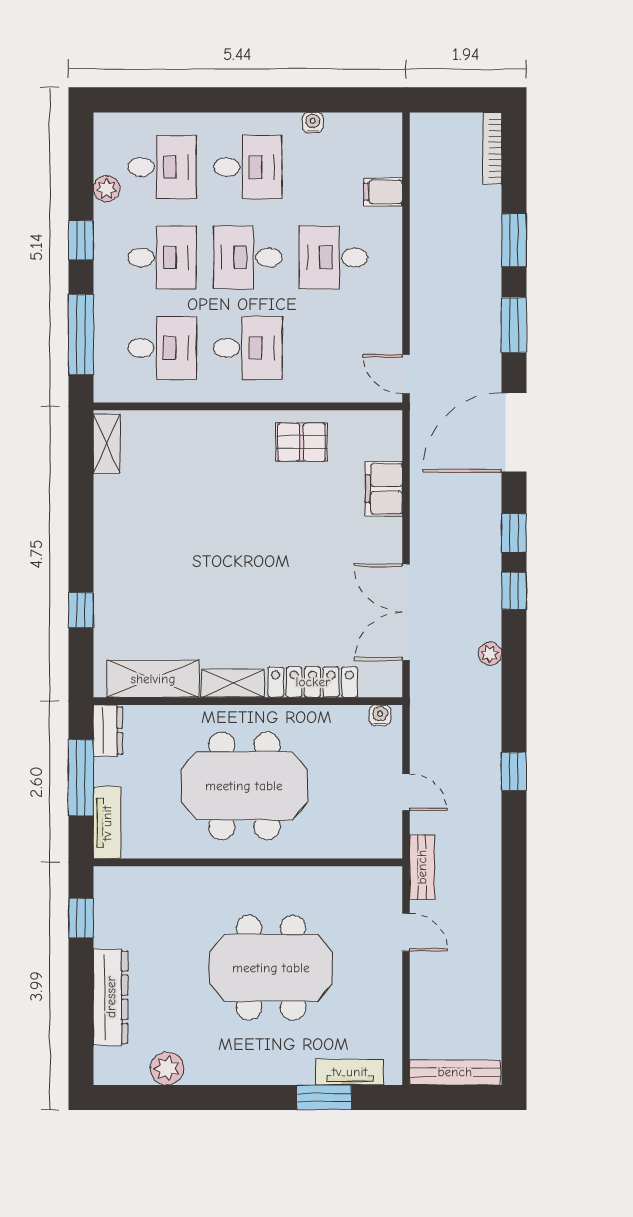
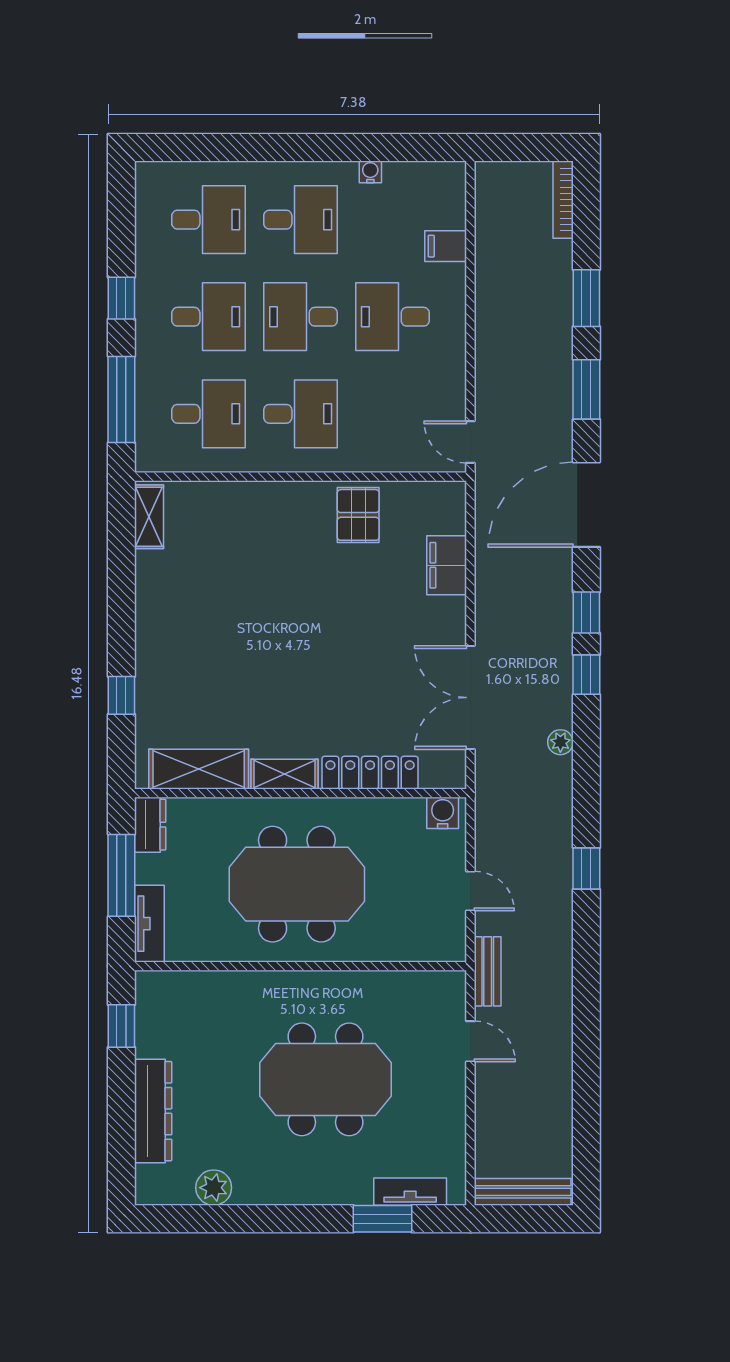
plant: (107, 189) -> (149, 243), removed
pallet: (302, 442) -> (358, 515), turned 90
water cooler: (380, 715) -> (443, 813), width x1.38, depth x1.38

